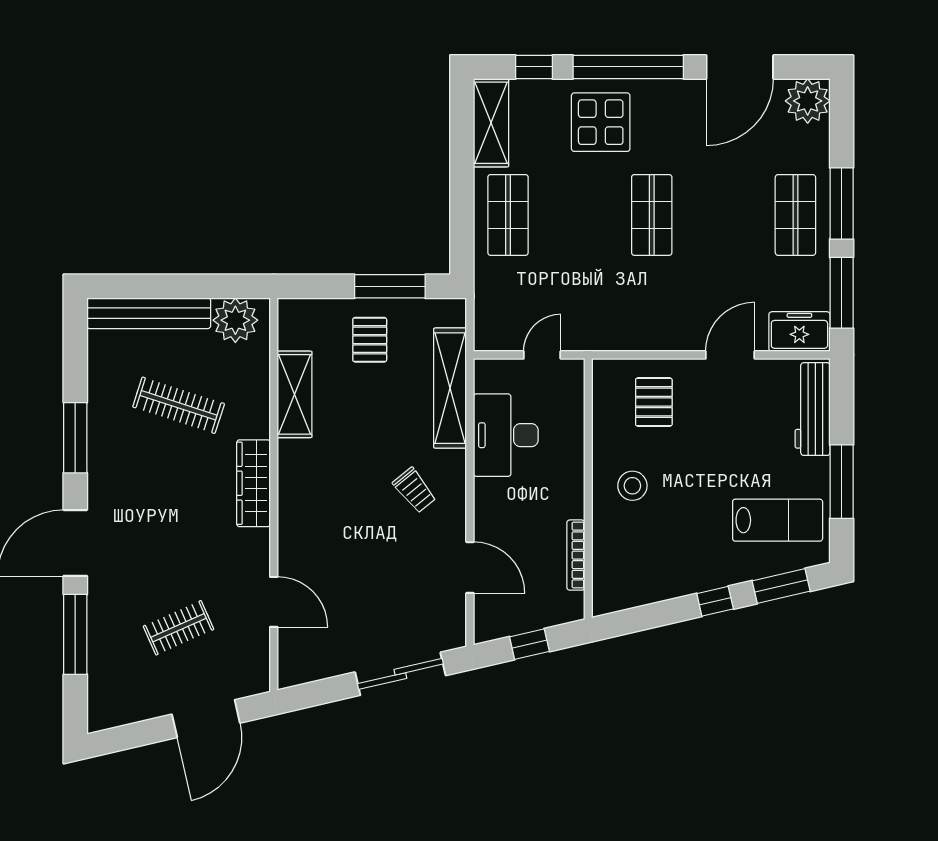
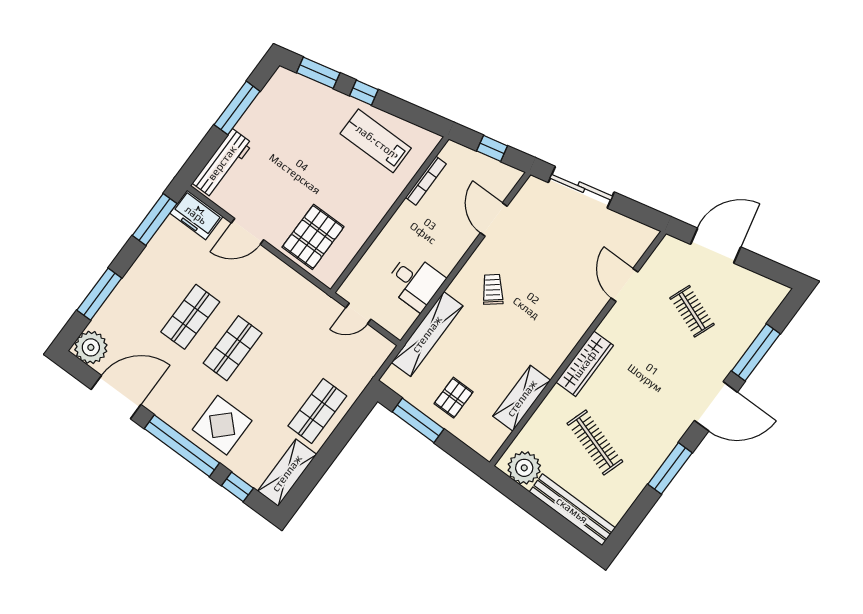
window: (842, 203) -> (99, 294), moved
shop shelf: (795, 215) -> (190, 317), moved
pallet: (654, 402) -> (313, 237), width x1.50, depth x1.42
desk: (506, 435) -> (415, 282), width x0.73
stool: (632, 486) -> (362, 197), removed
lab bench: (778, 520) -> (376, 141), moved
clothes rail: (179, 628) -> (692, 311), turned 45

